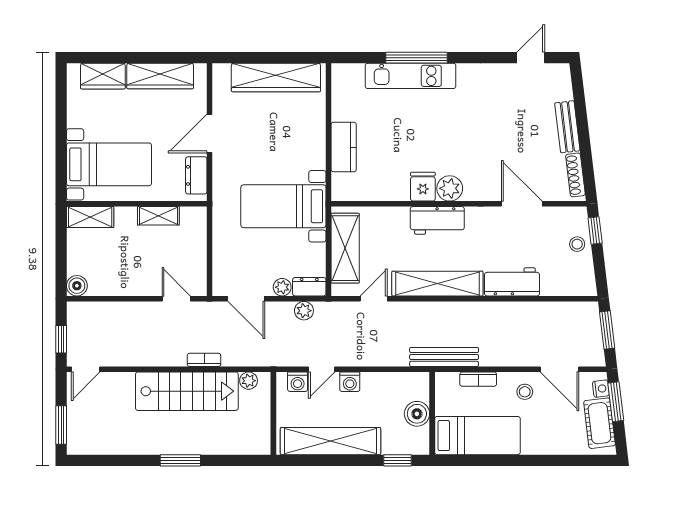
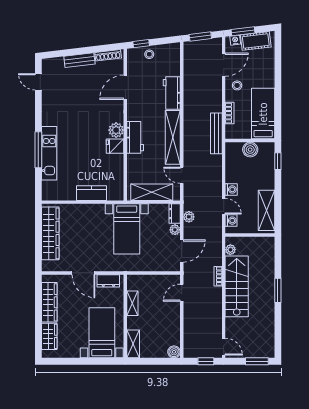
shelving: (331, 441) -> (266, 210), width x0.68

